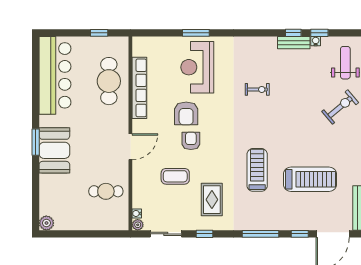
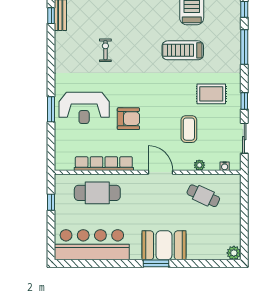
armchair: (191, 141) -> (155, 114), removed
cafe table: (106, 191) -> (203, 196), turned -65
plant: (138, 225) -> (199, 165), moved

